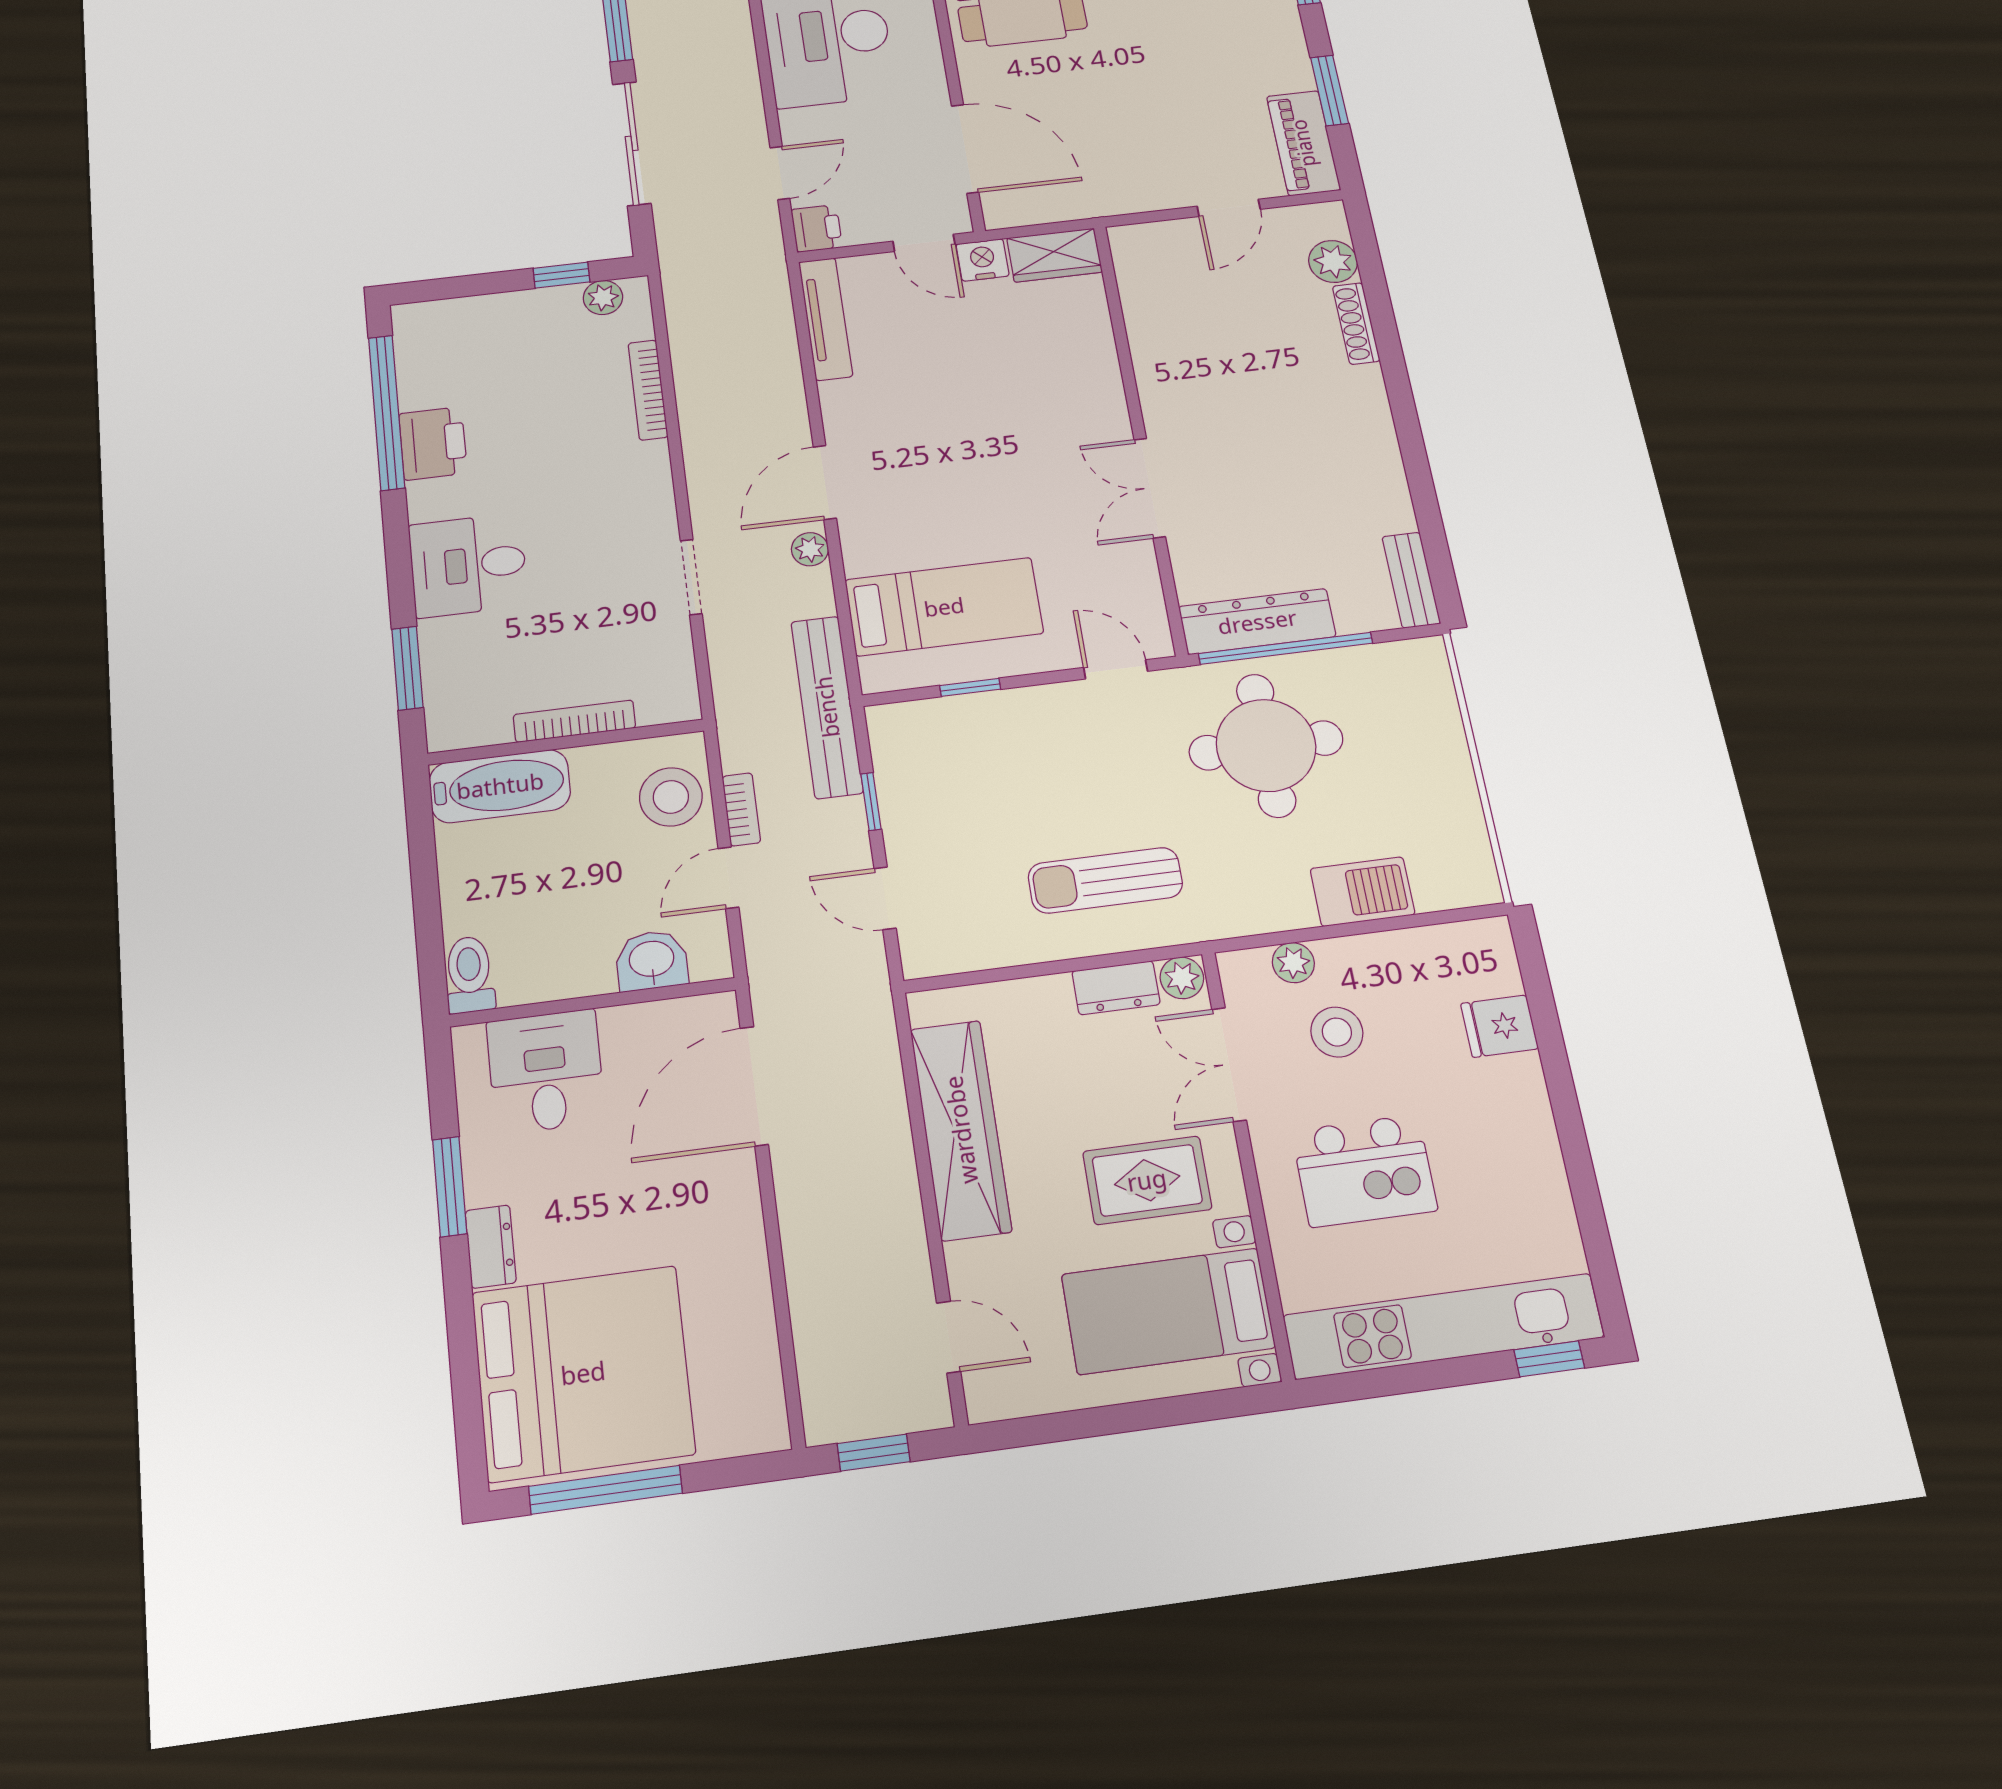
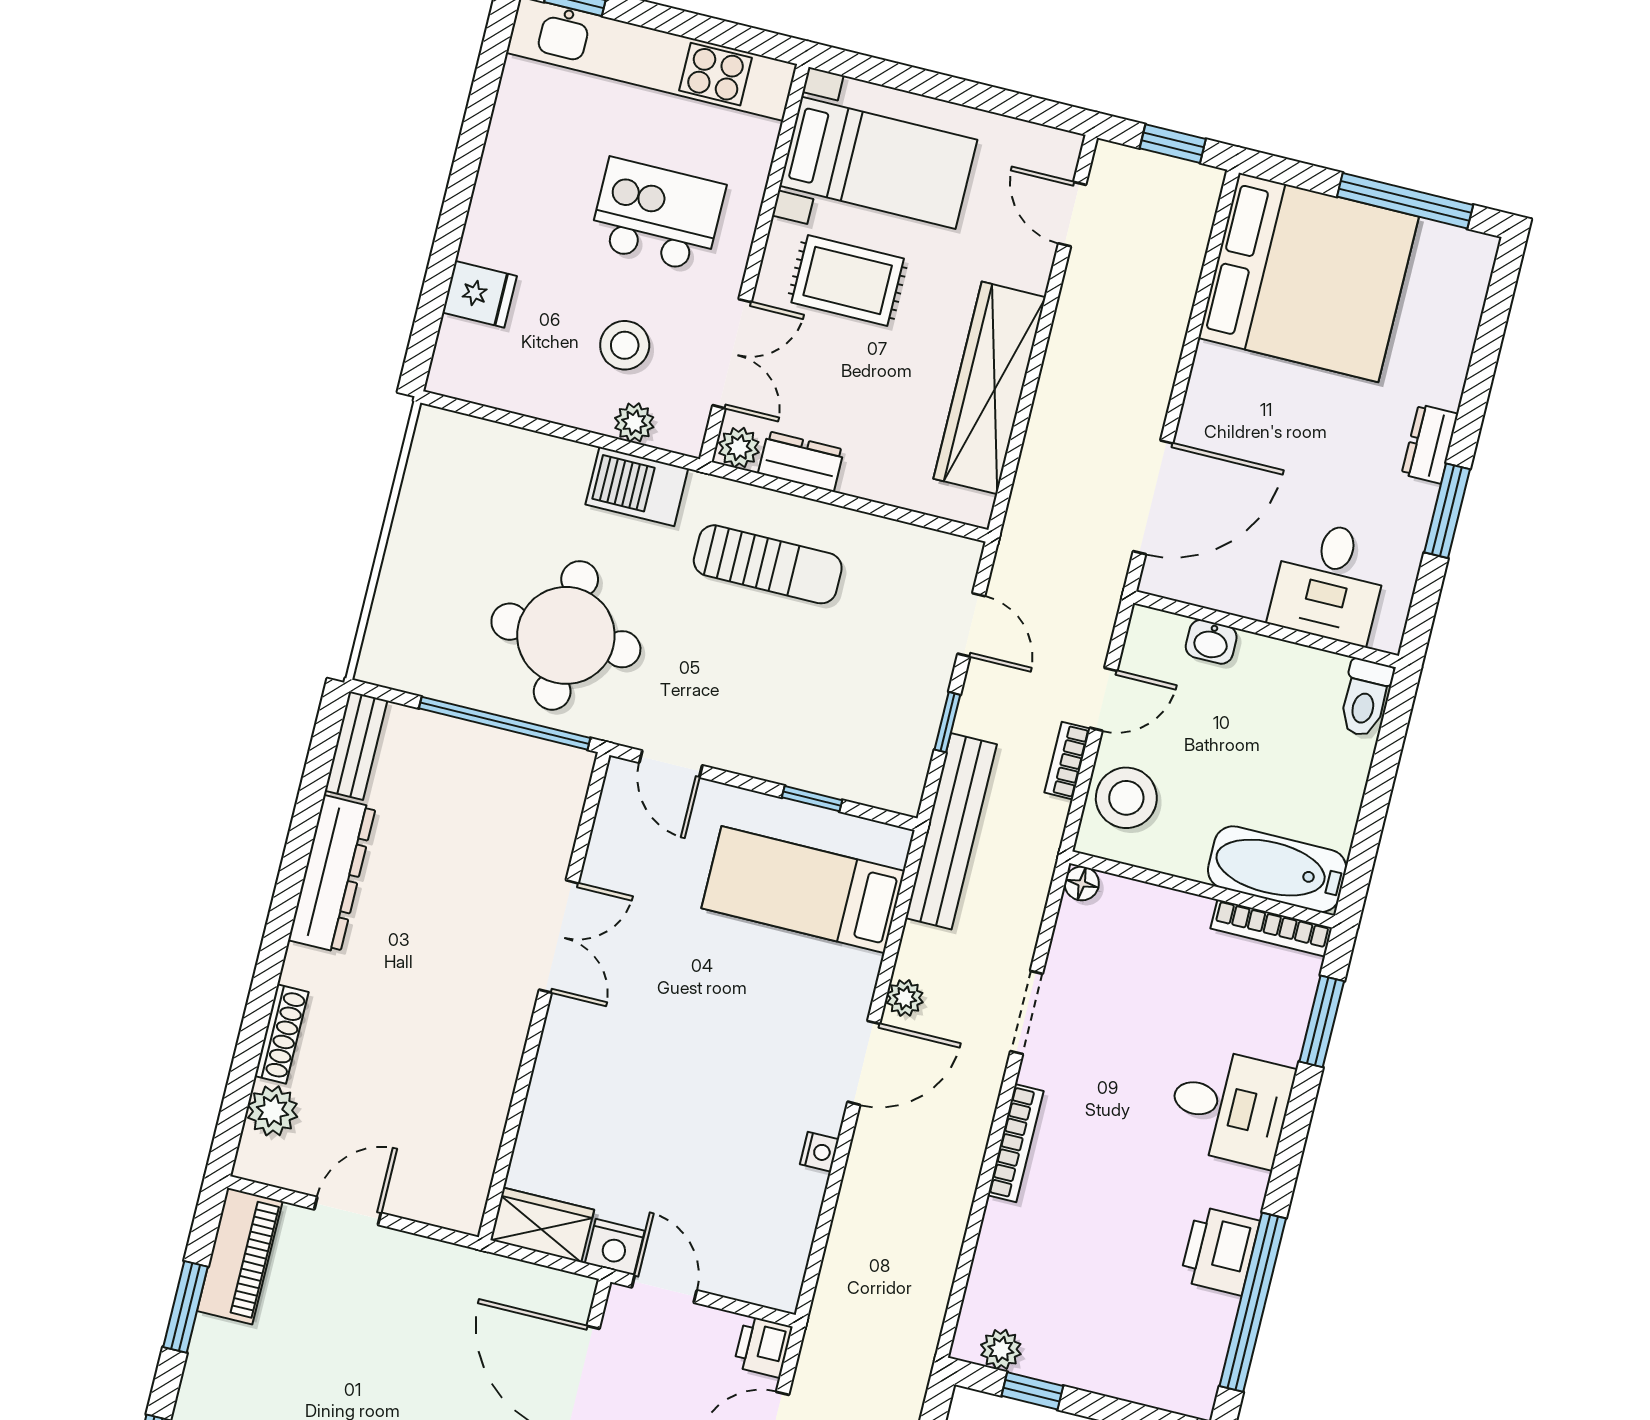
tv unit: (826, 319) -> (794, 1241), removed
bookcase: (648, 390) -> (1016, 1143), moved
nightstand: (834, 397) -> (819, 1152), added
dresser: (1257, 622) -> (332, 874), moved, turned -90
floor lamp: (684, 706) -> (1082, 883), added
bookcase: (574, 721) -> (1271, 928), moved
barbecue: (1362, 892) -> (637, 486), moved
washbasin: (652, 960) -> (1211, 642), width x0.72, depth x0.69
bed: (583, 1373) -> (1309, 277), moved, turned 180

